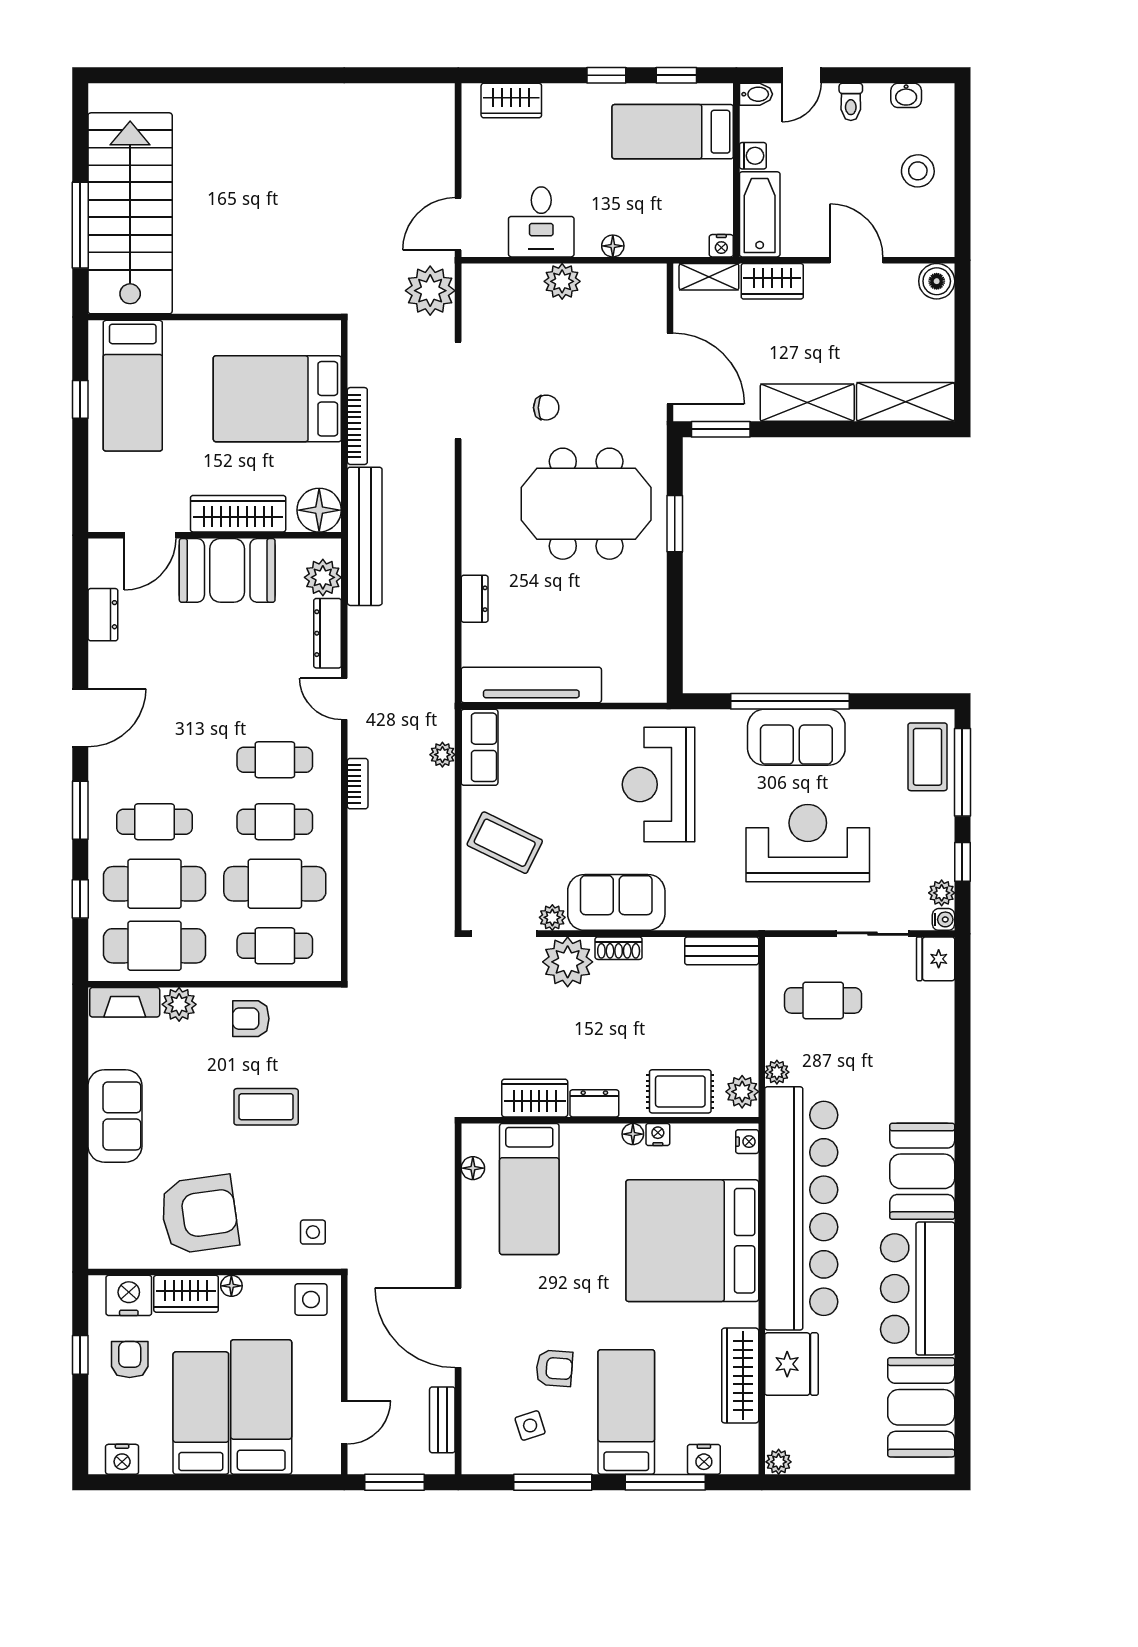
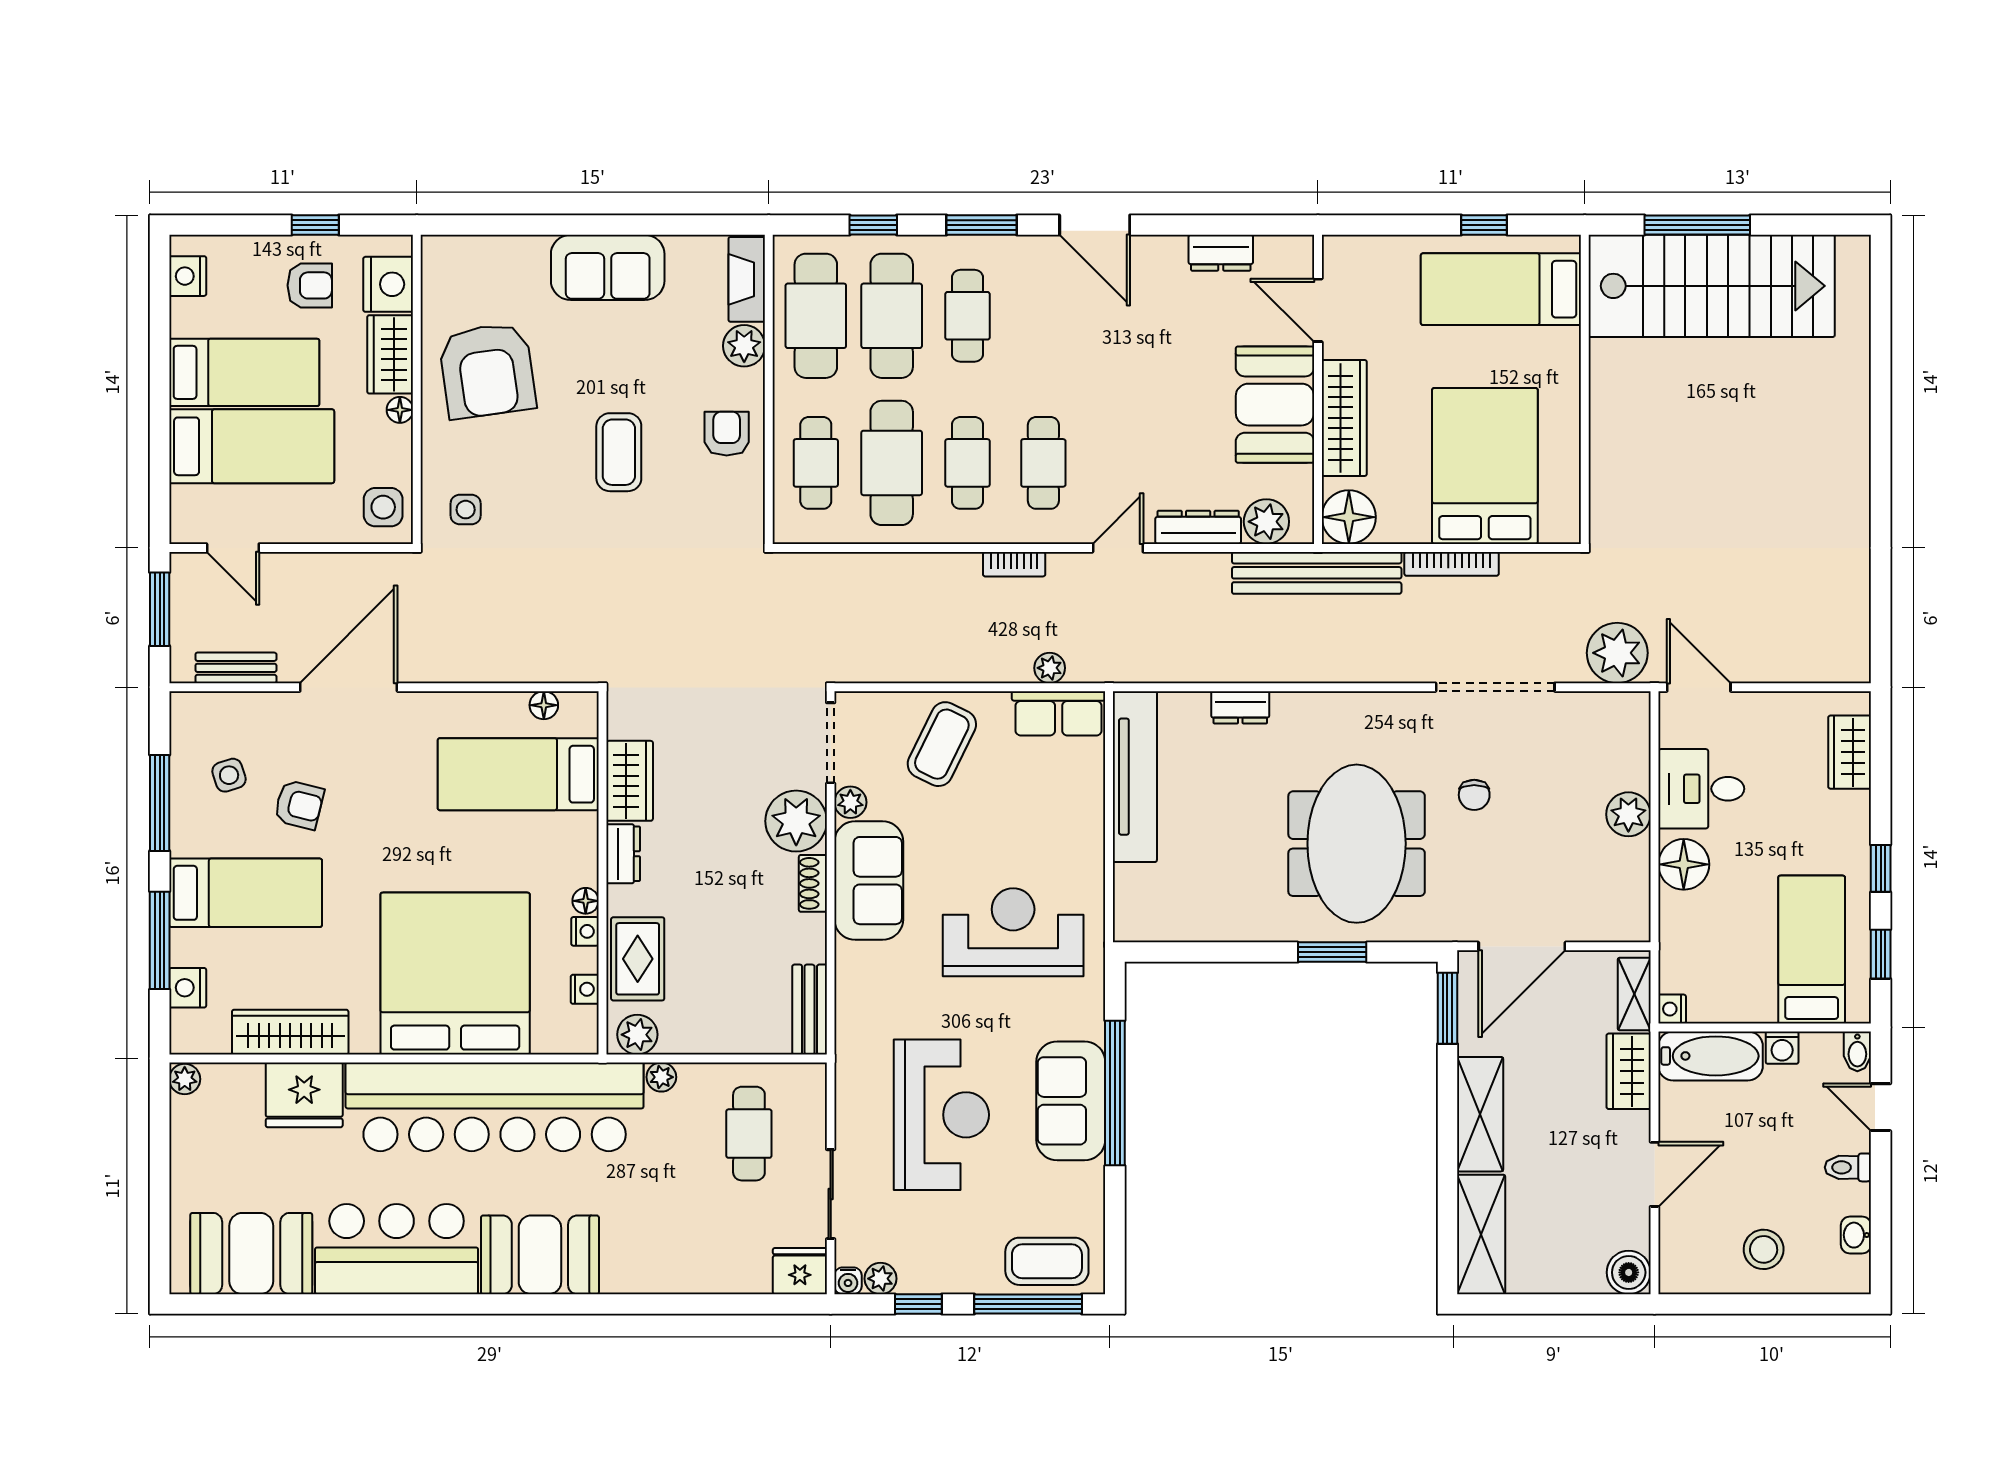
floor lamp: (613, 246) -> (1684, 864), width x1.89, depth x1.89
nightstand: (747, 1142) -> (585, 989), moved, turned -90
armchair: (554, 1368) -> (299, 805), turned -80

